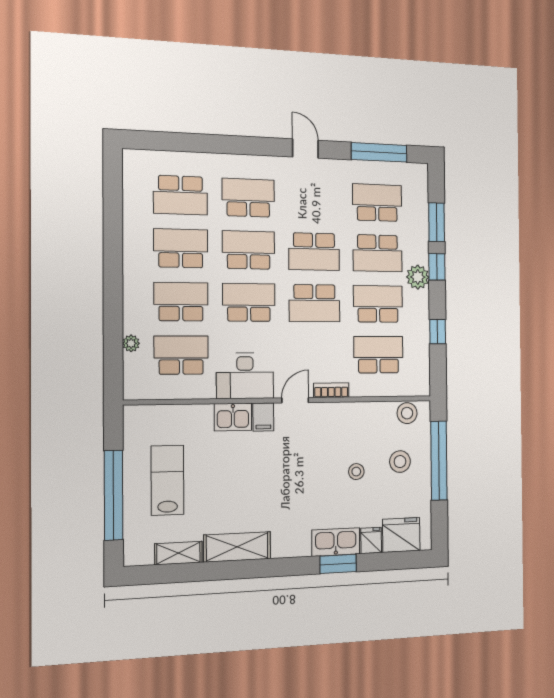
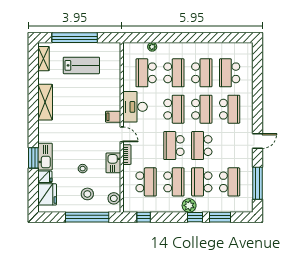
window: (438, 332) -> (144, 217), moved
school desk: (181, 355) -> (146, 73), turned 180
kitchen sink: (233, 417) -> (113, 163), moved
shelving: (178, 553) -> (44, 59), moved

